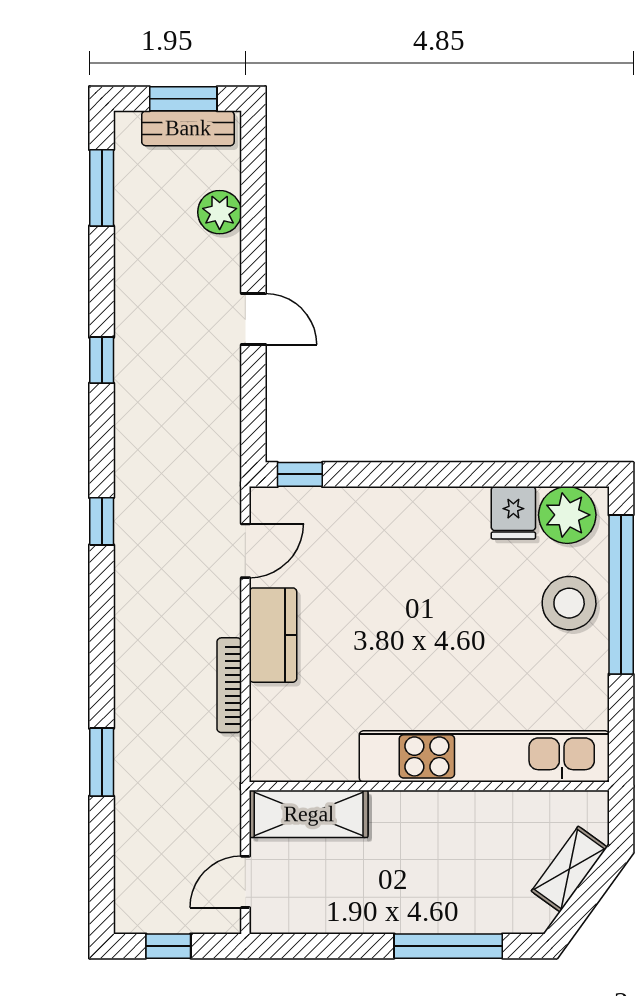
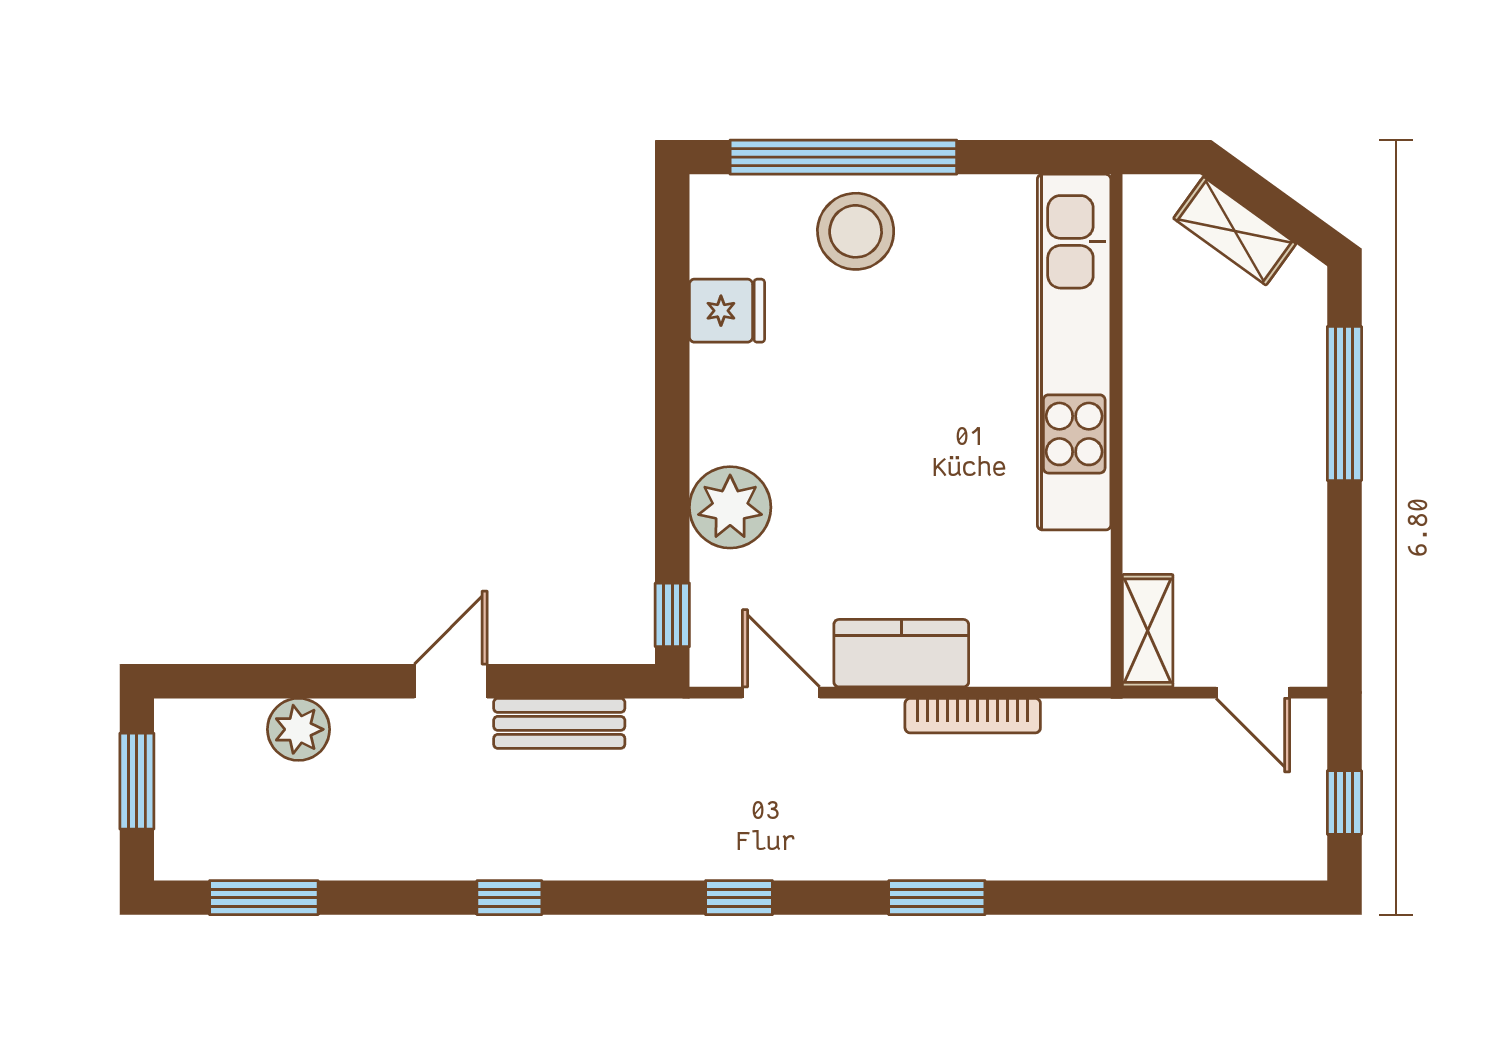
bench: (188, 128) -> (559, 723), moved, turned 90
plant: (567, 515) -> (730, 507), moved
window: (102, 762) -> (937, 898), moved
shelving: (309, 814) -> (1148, 631), width x0.67, depth x0.75

